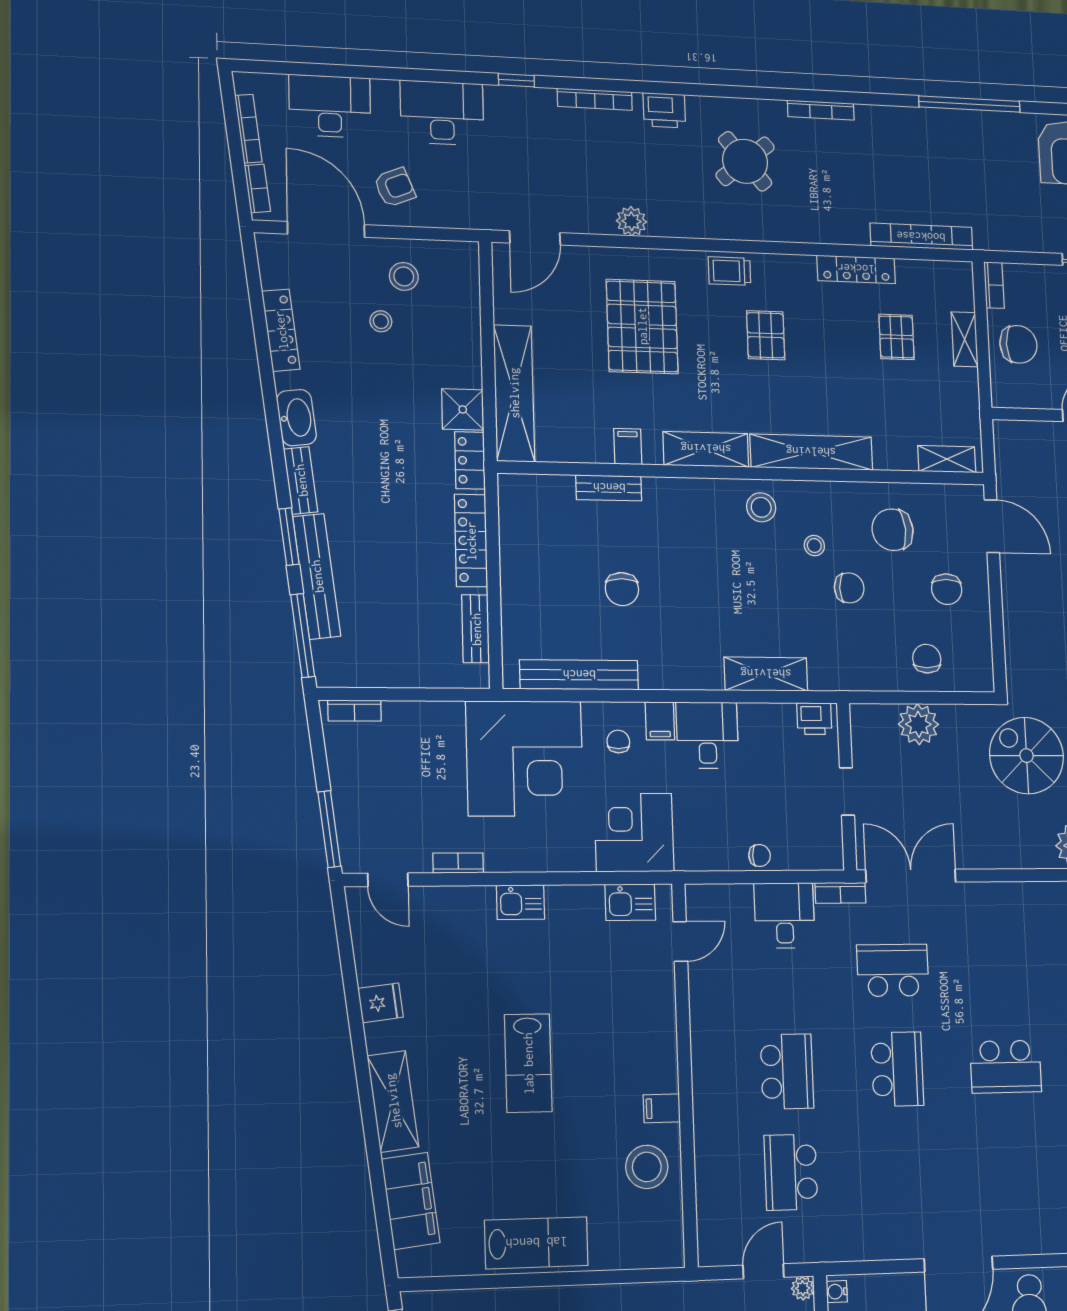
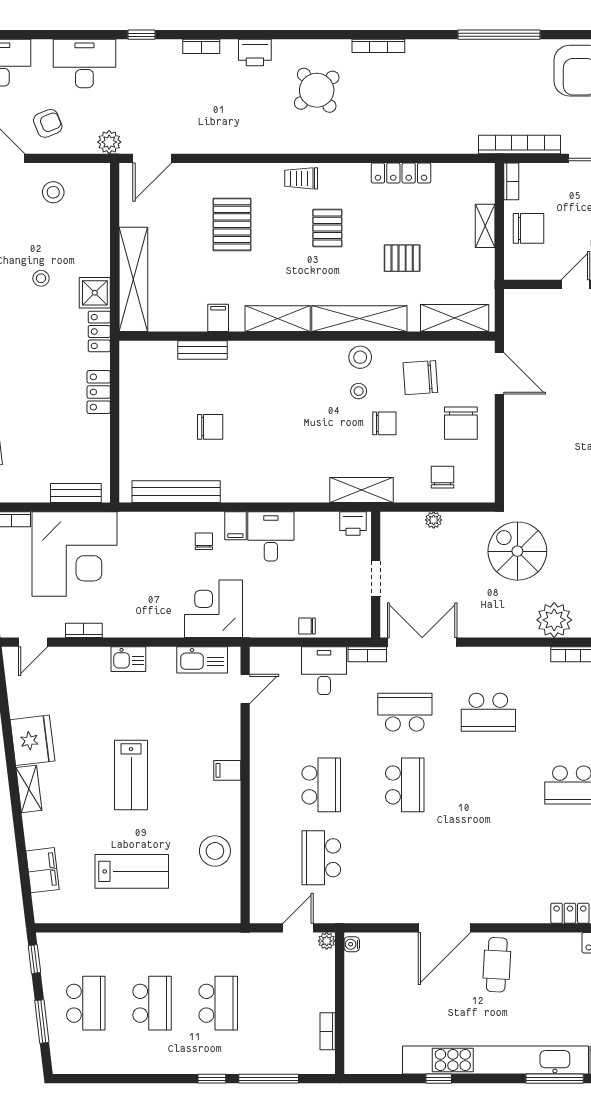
bookcase: (595, 99) -> (201, 46), width x0.64
plant: (631, 221) -> (109, 142), moved
bookcase: (921, 237) -> (520, 145), moved
stool: (381, 321) -> (41, 278), moved
pallet: (642, 326) -> (232, 224), width x0.73, depth x0.71
pallet: (896, 337) -> (402, 258), moved, turned 90
shelving: (947, 459) -> (455, 318), width x1.50, depth x1.33
stool: (761, 507) -> (360, 357), moved
locker: (471, 541) -> (99, 392), width x0.66
chair: (622, 589) -> (210, 427), turned -90
chair: (947, 589) -> (461, 423), width x1.37, depth x1.37
bench: (476, 629) -> (76, 493), moved, turned 90
shelving: (766, 674) -> (361, 490), moved
plant: (918, 724) -> (434, 520), width x0.53, depth x0.53
corner desk: (525, 758) -> (75, 554), moved
chair: (760, 855) -> (307, 626), turned 180
door: (388, 880) -> (33, 642), hinge flipped
kitchen sink: (630, 902) -> (202, 660), width x1.38
fridge: (380, 1003) -> (32, 740), width x1.88, depth x1.34
school desk: (1006, 1067) -> (488, 712), moved
shelving: (393, 1101) -> (29, 789), width x0.67, depth x0.75
filing cabinet: (662, 1108) -> (227, 770), moved
filing cabinet: (411, 1201) -> (43, 870), width x0.67, depth x0.86
lab bench: (536, 1243) -> (132, 871), moved

